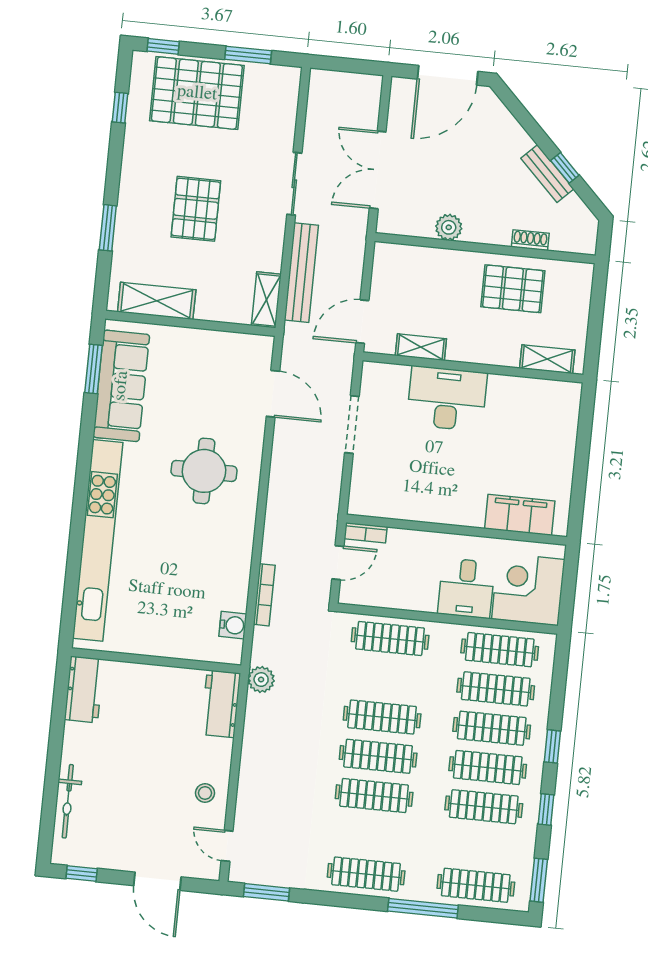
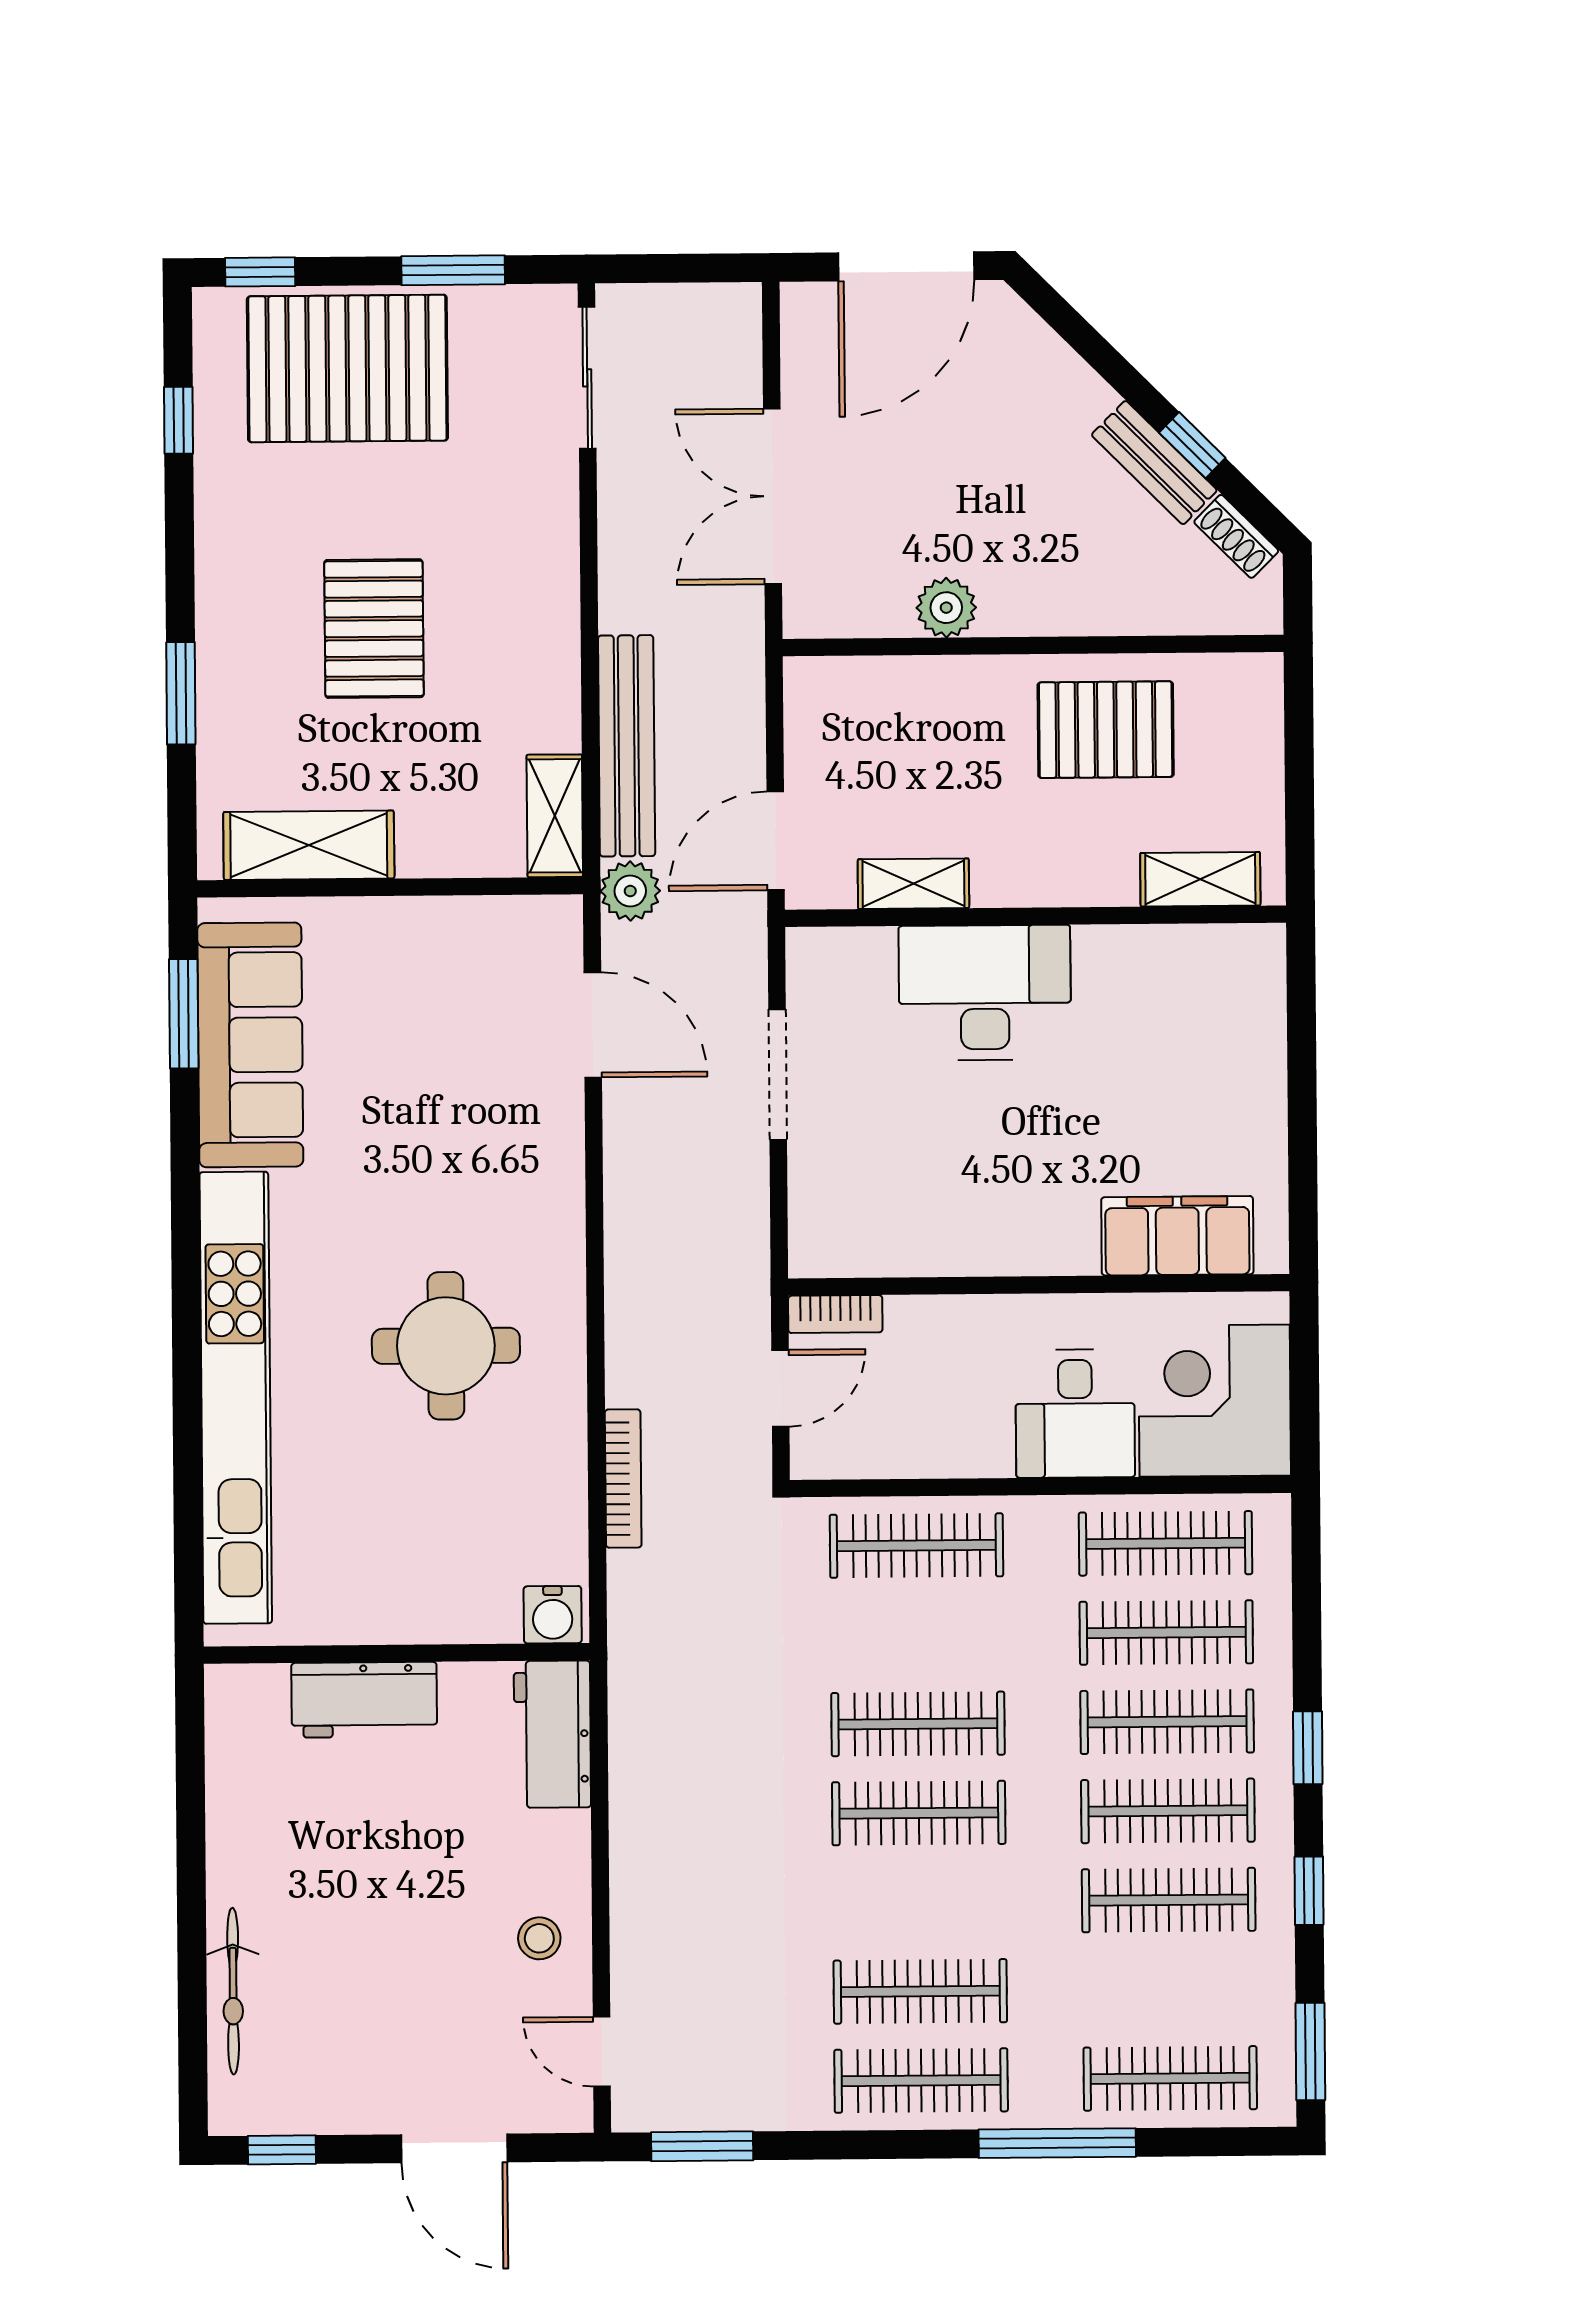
sliding door: (294, 184) -> (587, 378), moved
shoe rack: (530, 240) -> (1236, 536), moved, turned -135
round table: (204, 471) -> (446, 1346), moved
water cooler: (233, 625) -> (553, 1615), moved, turned 90
plant: (261, 680) -> (630, 891), moved
workbench: (84, 689) -> (364, 1700), moved, turned 90
clothes rail: (374, 796) -> (920, 1991), moved

